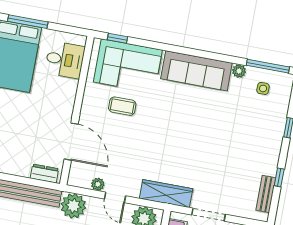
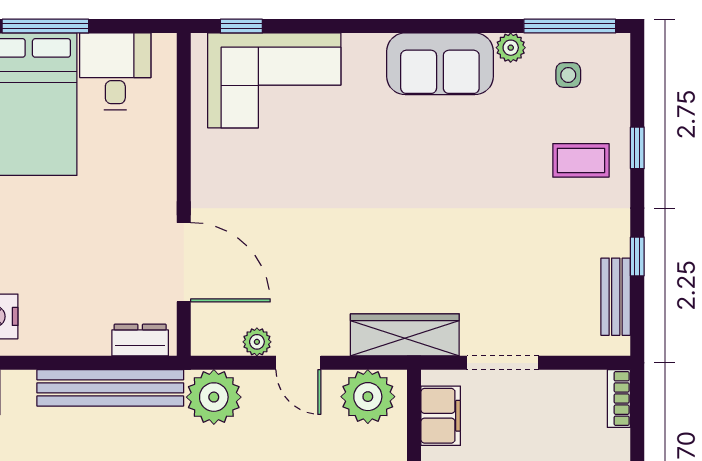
desk: (65, 60) -> (115, 71), moved, turned -90
sofa: (196, 71) -> (440, 64), width x0.73
coffee table: (122, 106) -> (581, 160), moved

